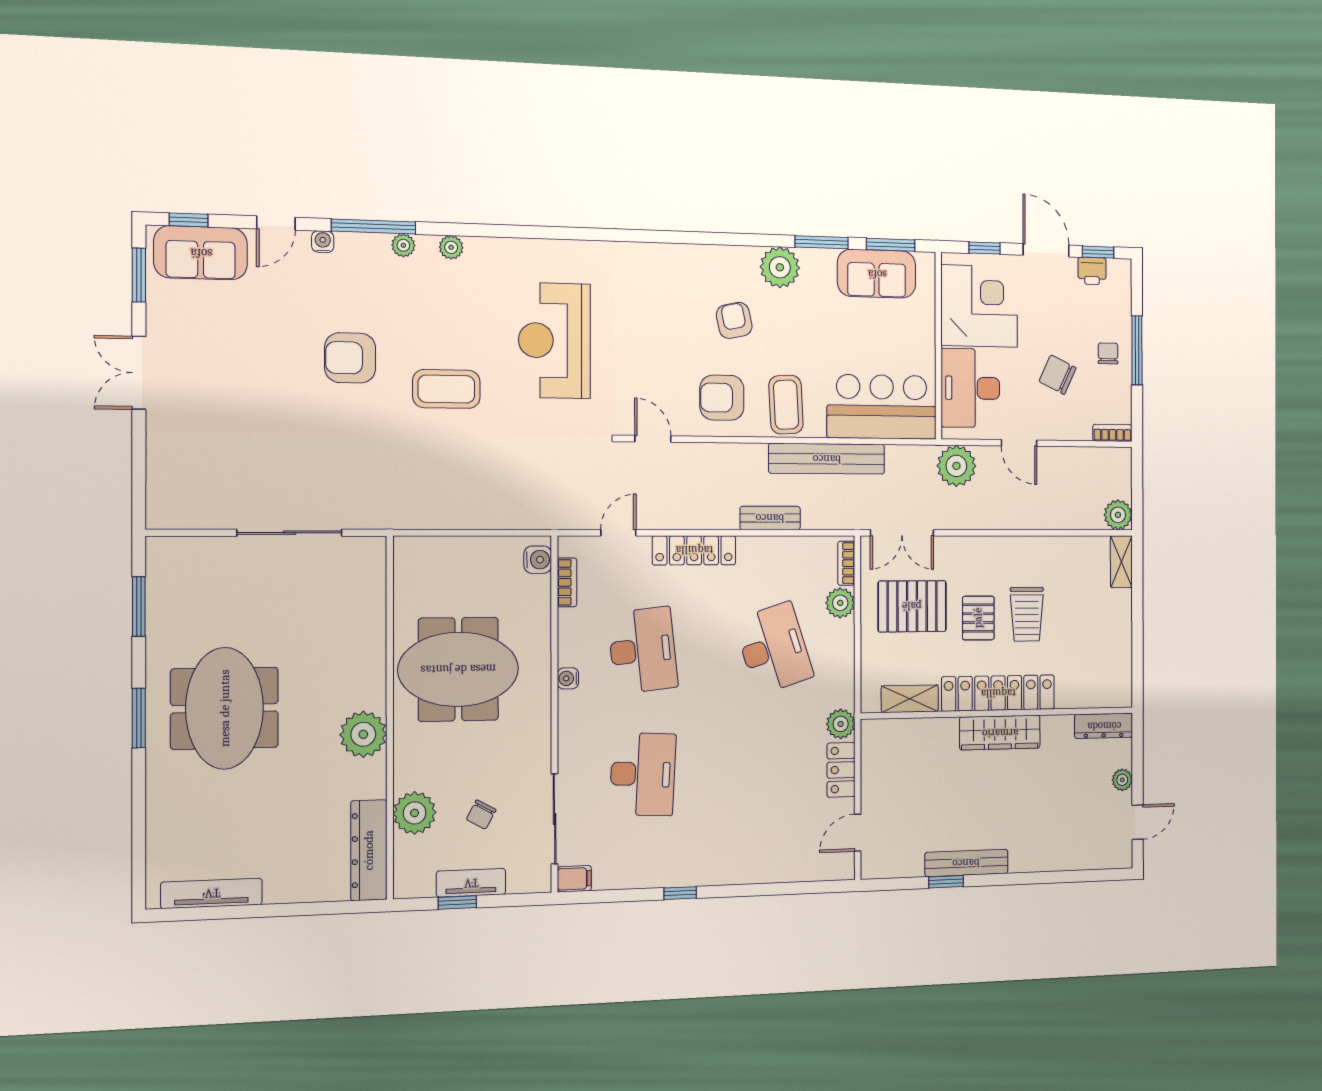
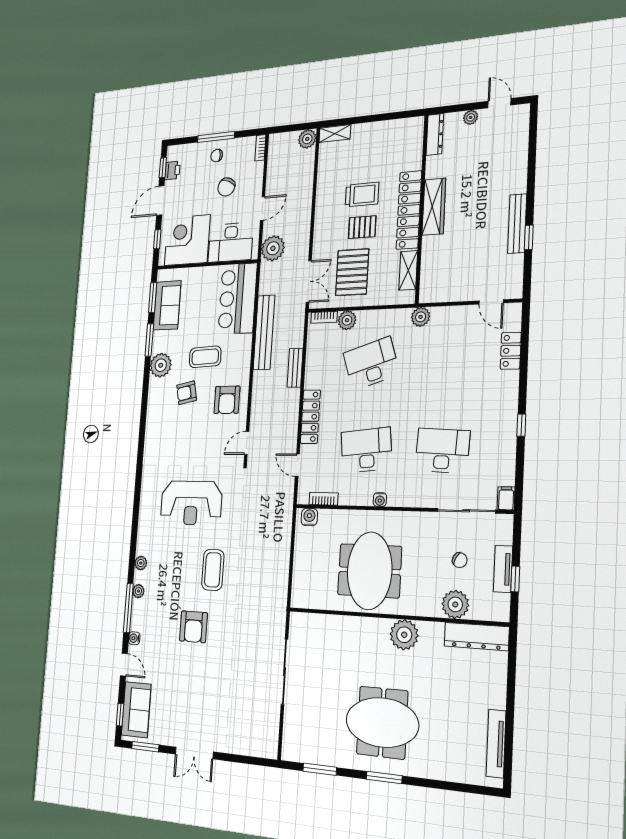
coffee table: (786, 405) -> (205, 357), moved
locker: (841, 770) -> (511, 351), moved, turned 90

